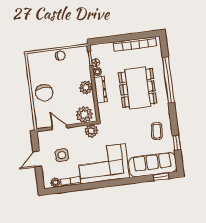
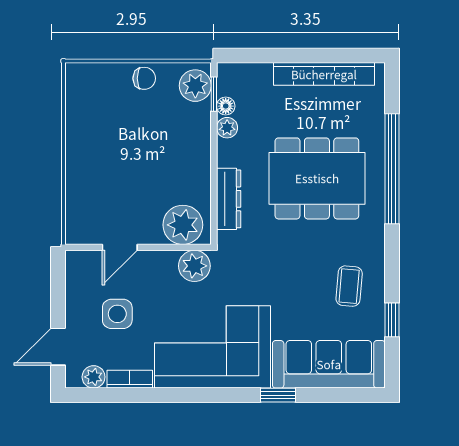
plant: (86, 87) -> (195, 86), moved
dining table: (138, 88) -> (317, 178), turned 90
dresser: (100, 90) -> (229, 199), moved
chair: (44, 93) -> (95, 161), removed
door: (59, 127) -> (120, 247), swing flipped
door: (37, 159) -> (58, 347), moved
window: (161, 177) -> (278, 395), moved

